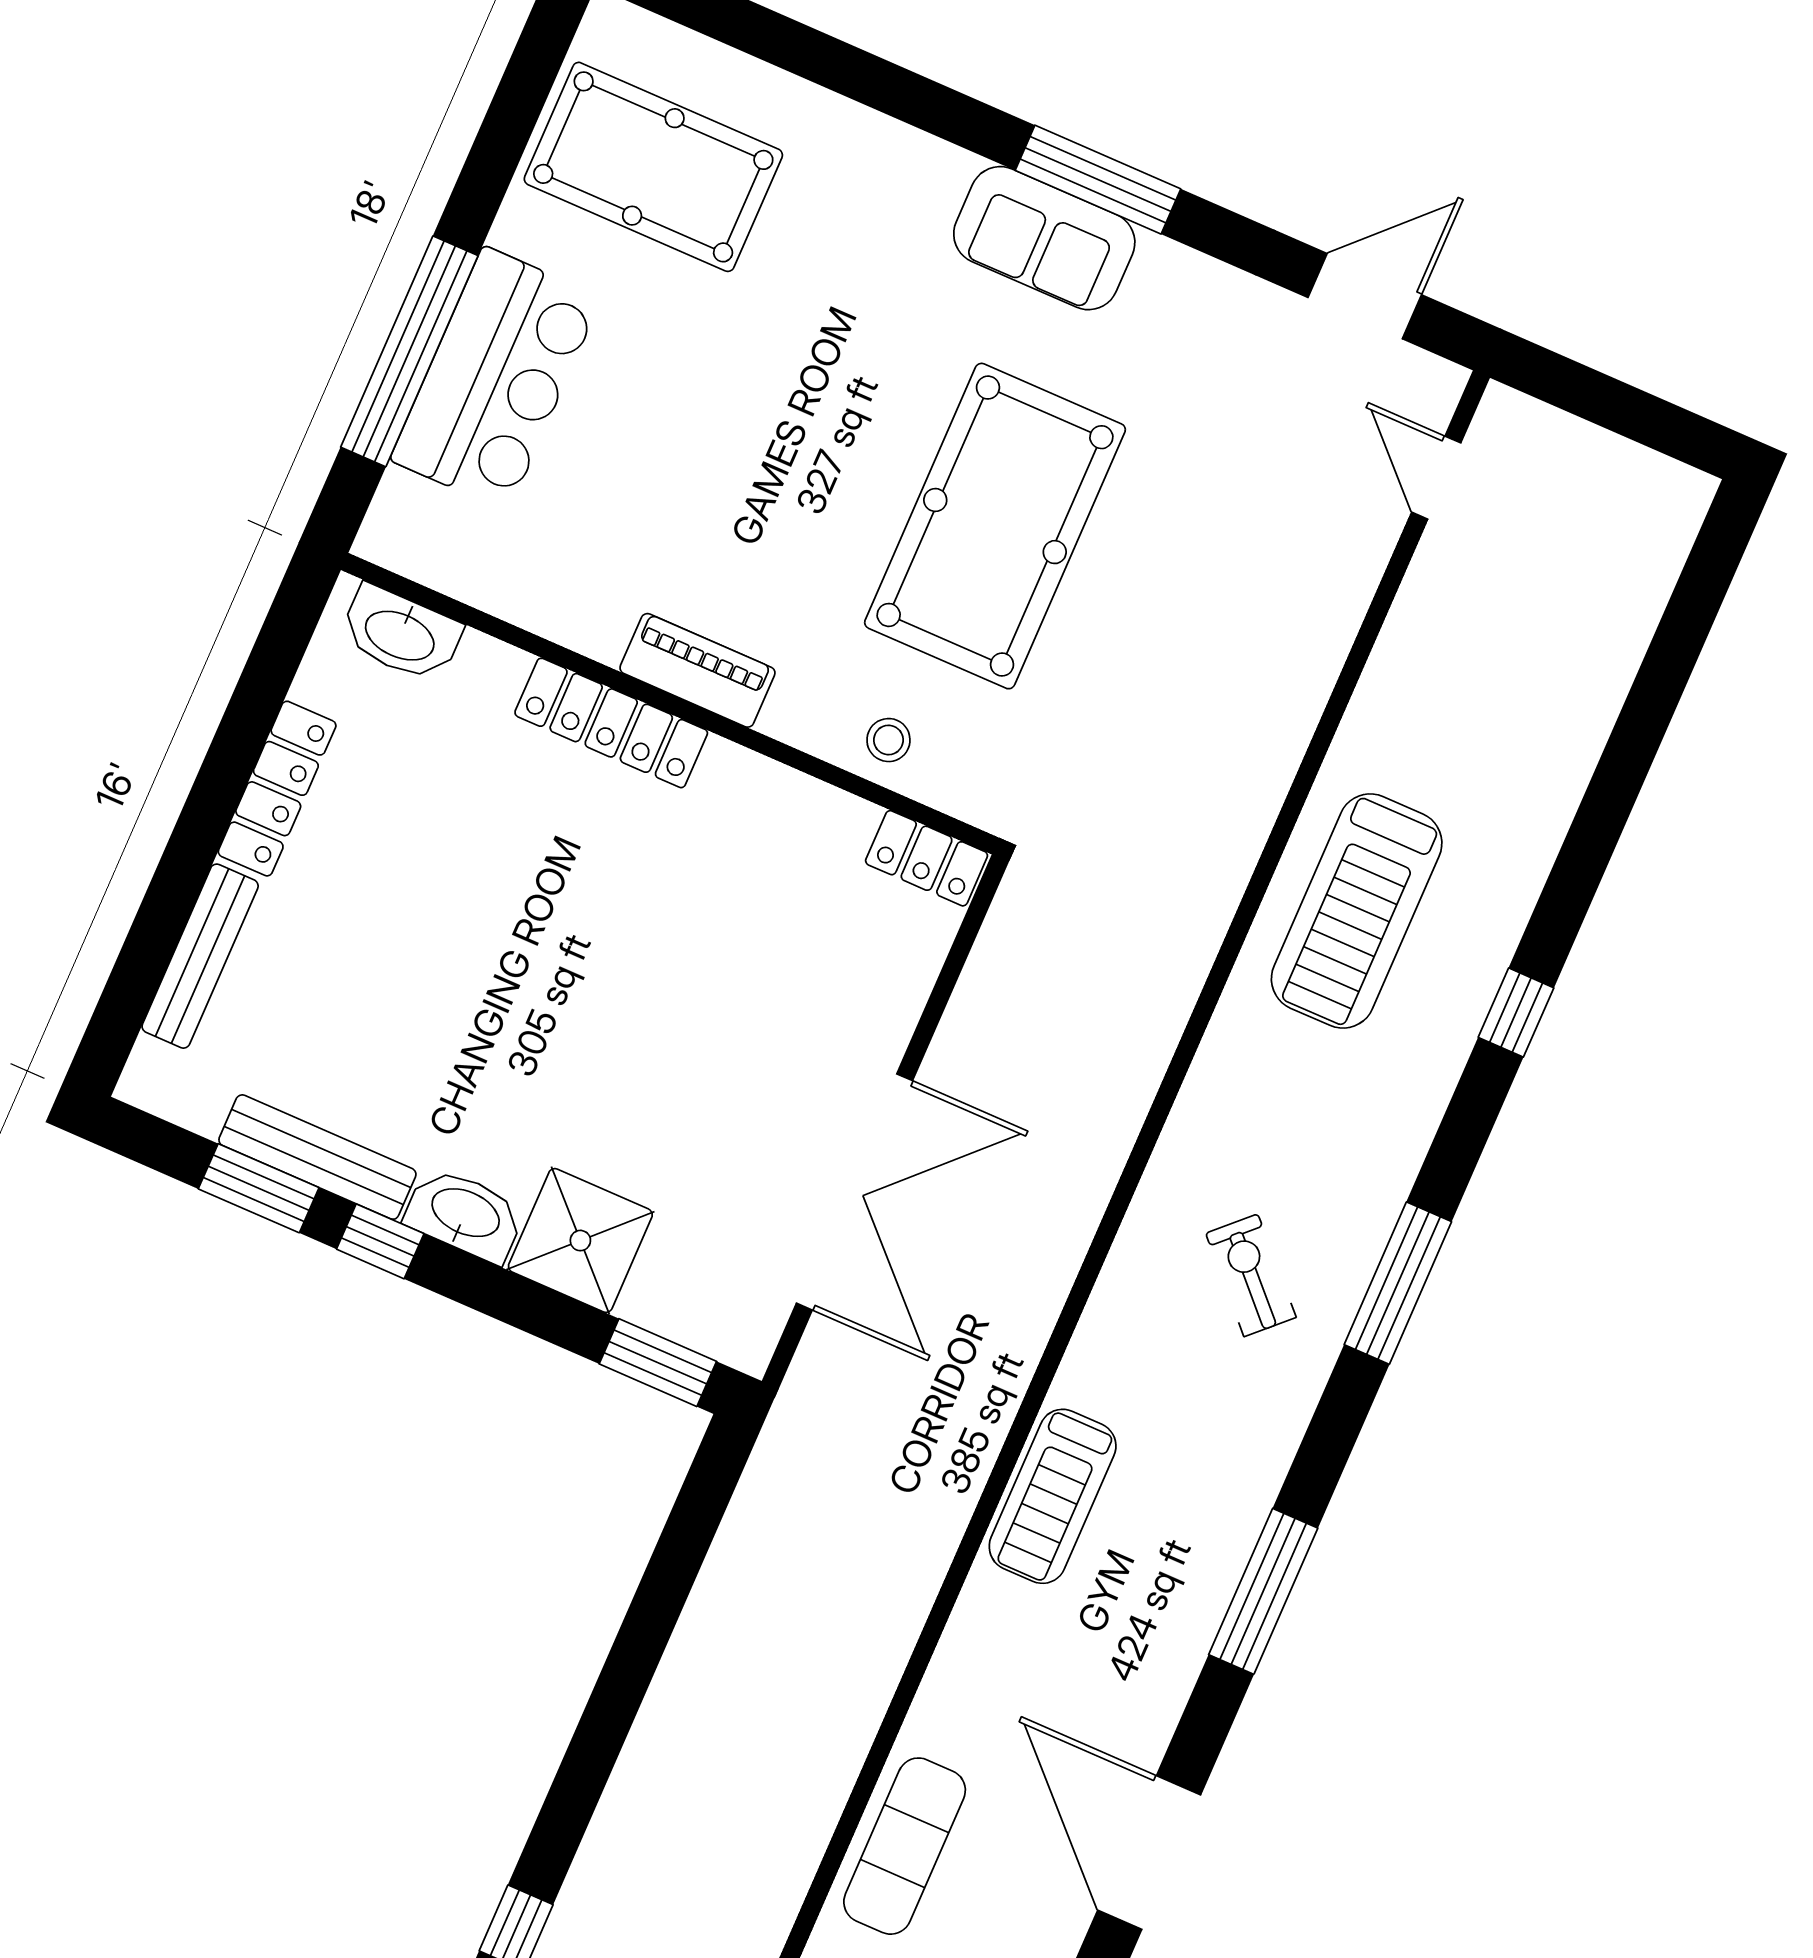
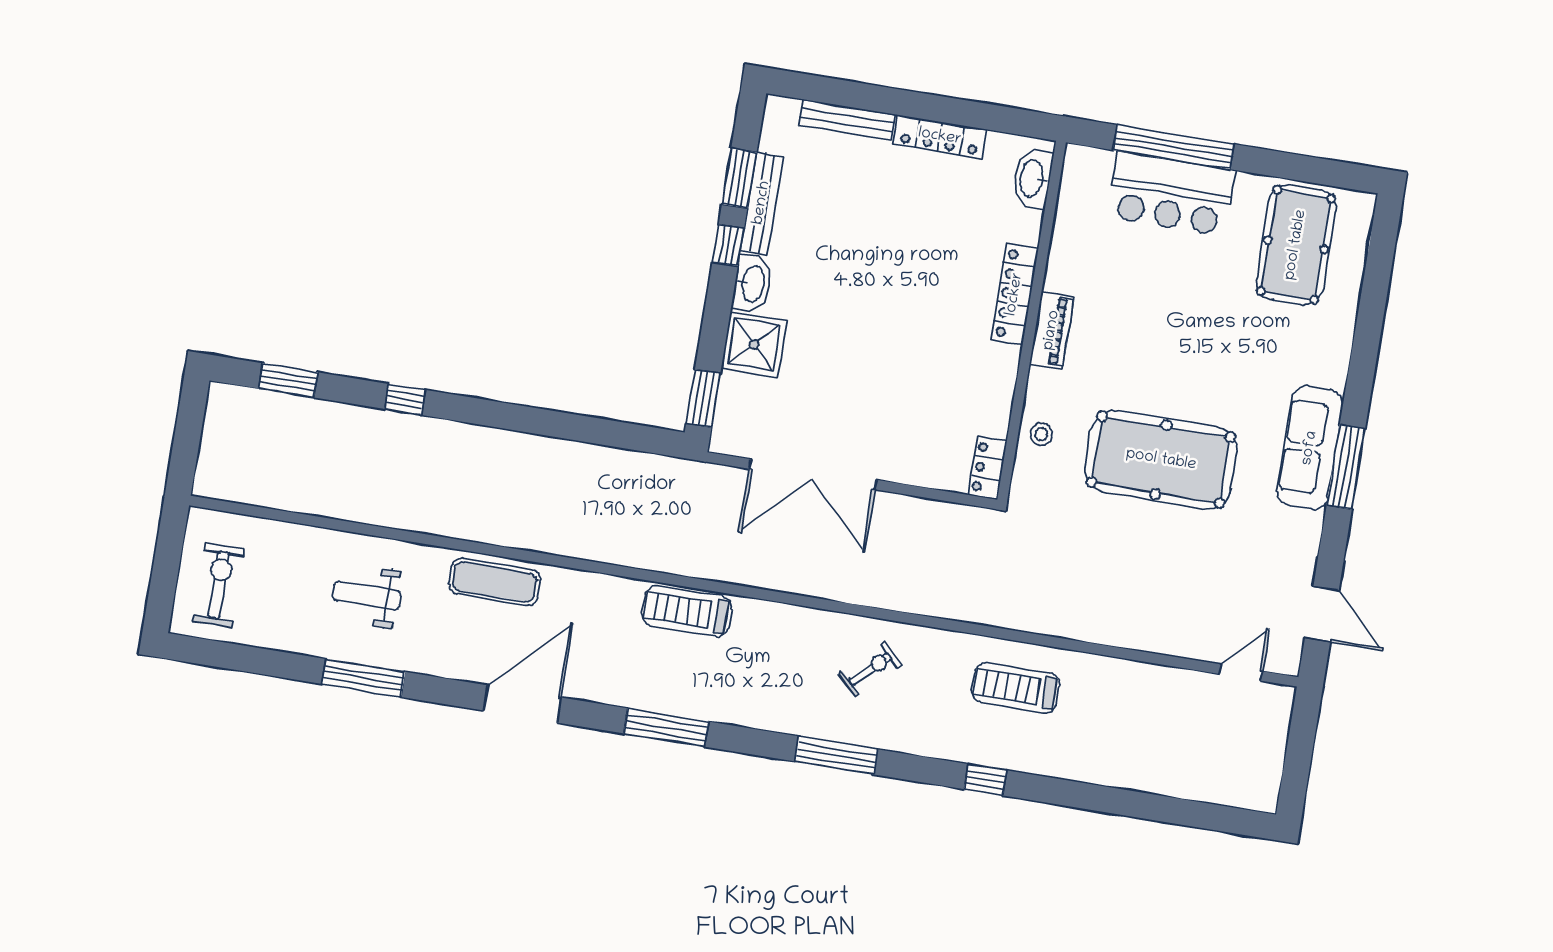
sofa: (1044, 238) -> (1310, 448), width x1.36
treadmill: (1357, 911) -> (1016, 688), width x0.73, depth x0.73
exercise bike: (1251, 1275) -> (870, 669), moved

